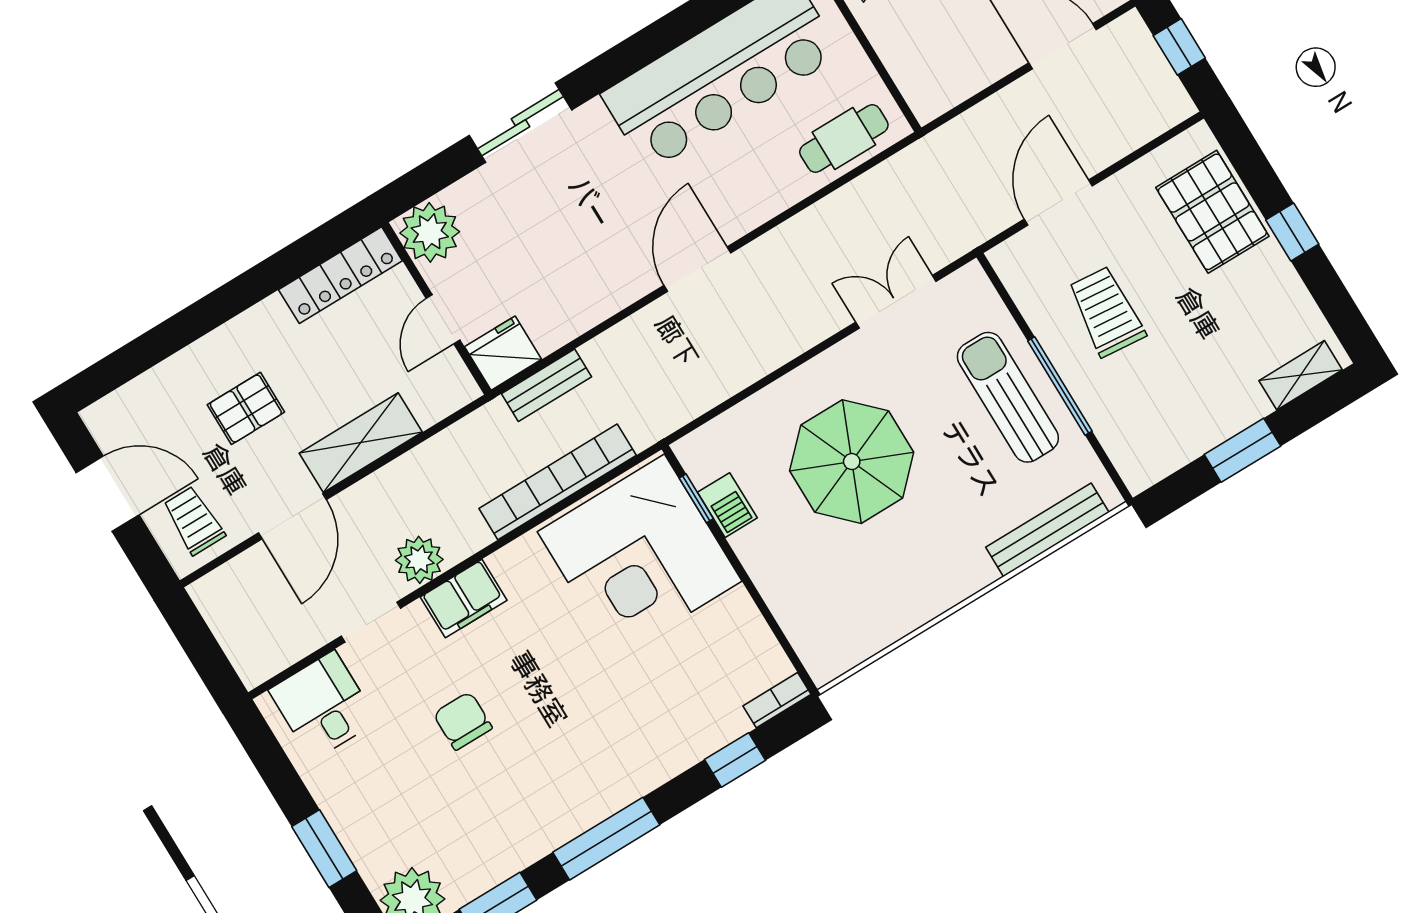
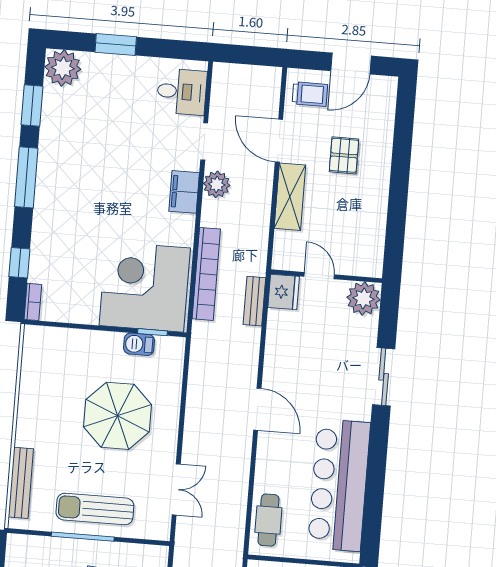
locker: (340, 275) -> (374, 243), removed
sun lounger: (1008, 397) -> (95, 509), turned 180
chair: (463, 721) -> (128, 151), removed

